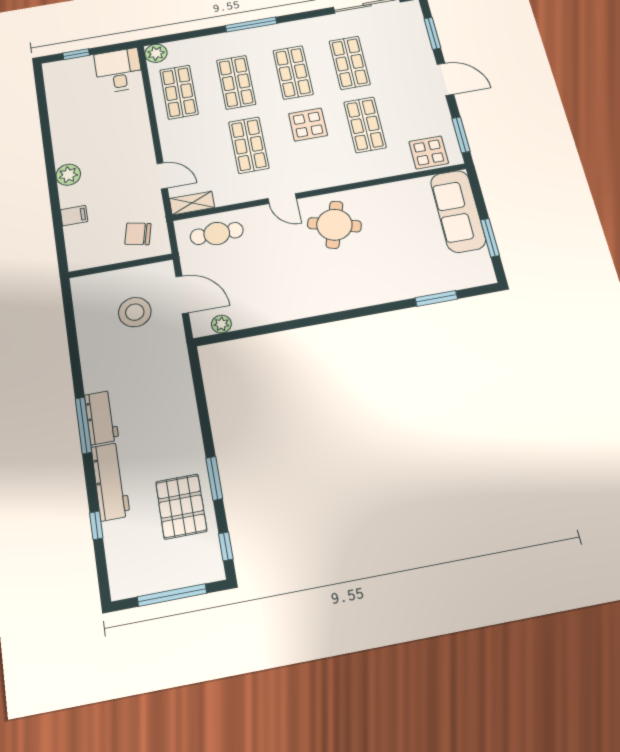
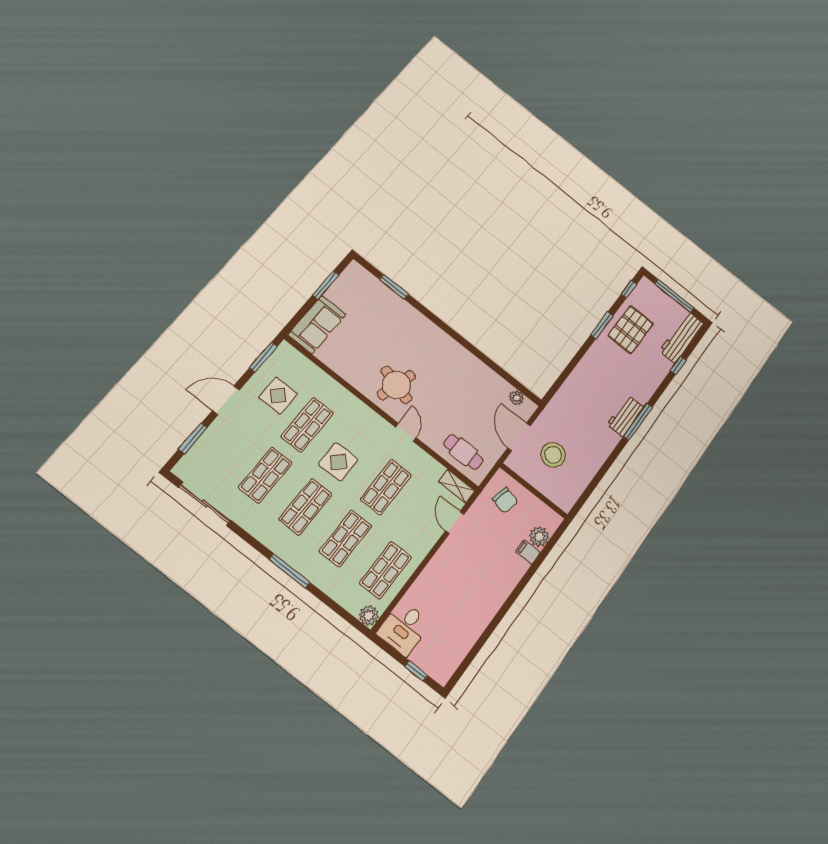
door: (445, 79) -> (226, 400), hinge flipped
display table: (429, 152) -> (278, 396), moved
plant: (68, 175) -> (539, 537), moved
sofa: (458, 211) -> (317, 325), width x0.73
workbench: (110, 481) -> (682, 337), moved

